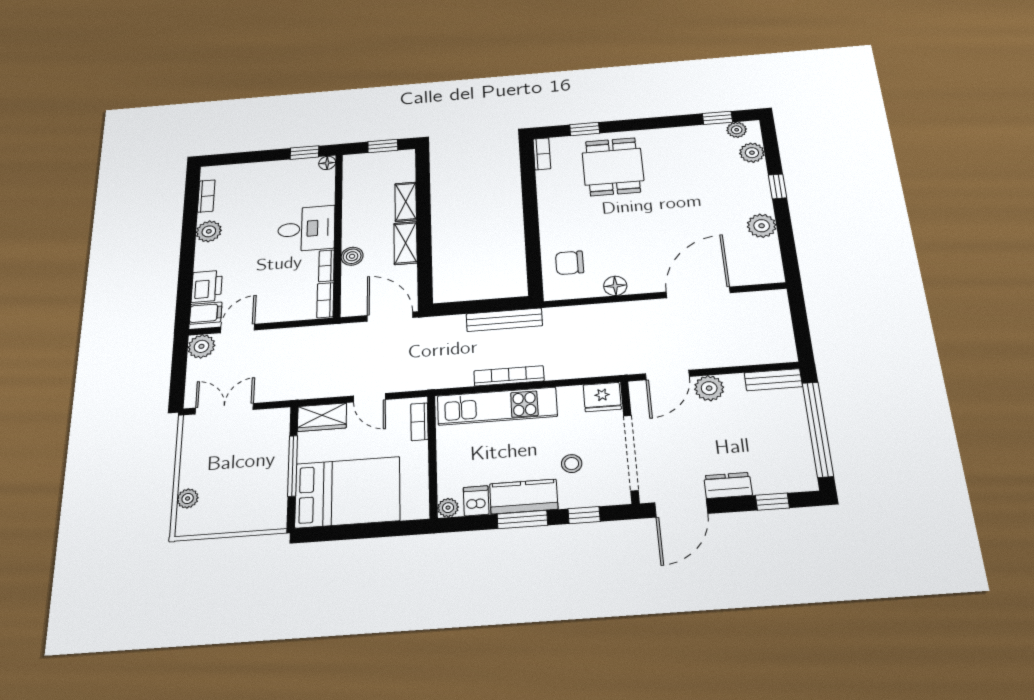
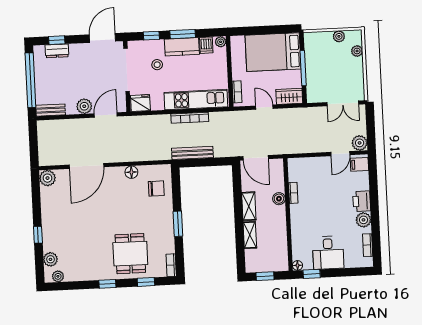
window: (717, 118) -> (107, 284), moved
window: (530, 213) -> (178, 224), added
plant: (762, 226) -> (47, 178), moved
desk: (306, 229) -> (328, 253), moved, turned -90
printer: (207, 286) -> (362, 201), moved
bookcase: (325, 300) -> (292, 170), removed
dresser: (728, 485) -> (57, 51), moved
plant: (219, 523) -> (339, 36), added

